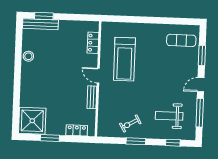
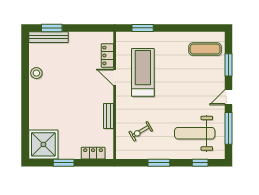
window: (126, 19) -> (143, 28), added
treadmill: (124, 59) -> (143, 72), turned 180
door: (98, 76) -> (115, 77), moved
weight bench: (169, 116) -> (195, 133), width x1.36, depth x1.33
exercise bike: (130, 123) -> (141, 131), moved

